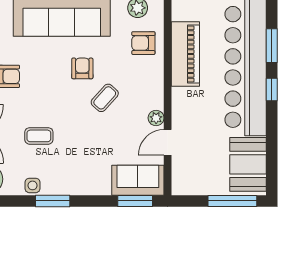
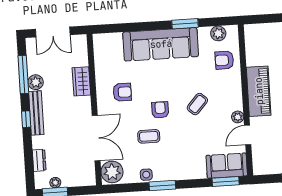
piano: (185, 54) -> (259, 91), moved
armchair: (82, 68) -> (160, 110), moved

